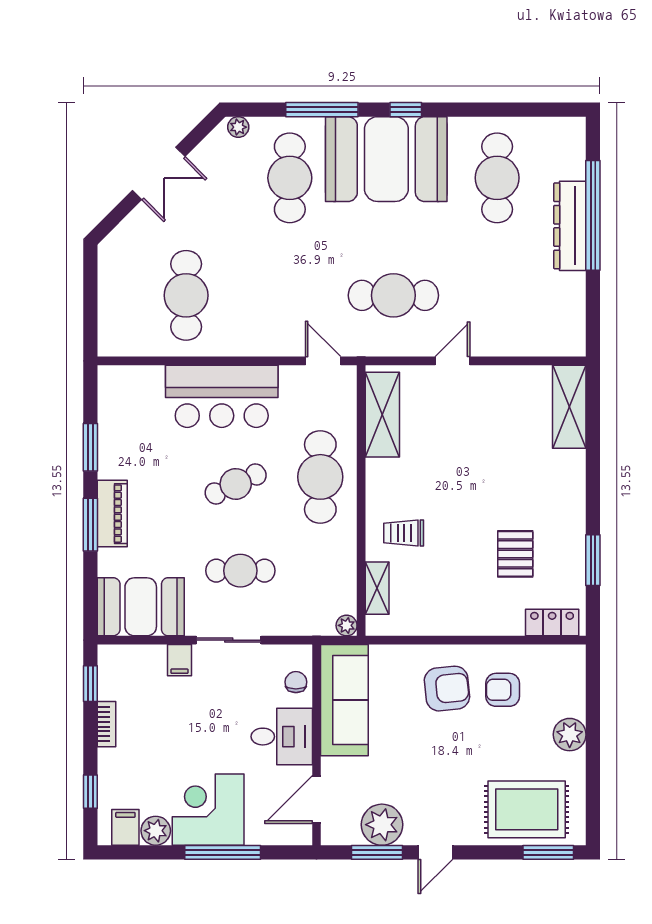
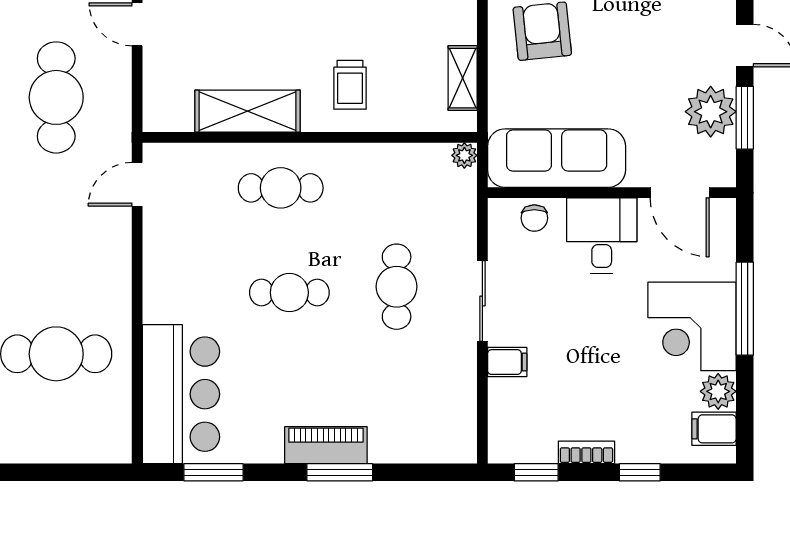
bar counter: (222, 396) -> (181, 394), moved
shelving: (382, 415) -> (248, 111), moved
window: (90, 447) -> (214, 472), moved
cafe table: (320, 477) -> (281, 188), width x0.73, depth x0.74
cafe table: (236, 484) -> (289, 293), turned -65
shelving: (377, 588) -> (463, 78), moved, turned 90
booth: (141, 607) -> (441, 410), removed
chair: (296, 682) -> (534, 218), turned -90
window: (90, 792) -> (640, 472), moved

